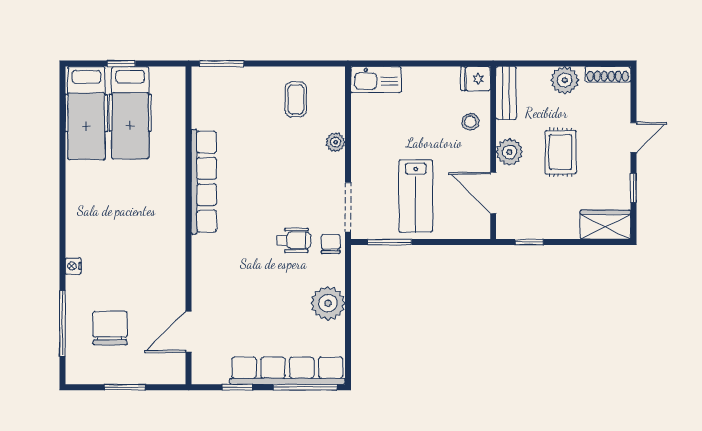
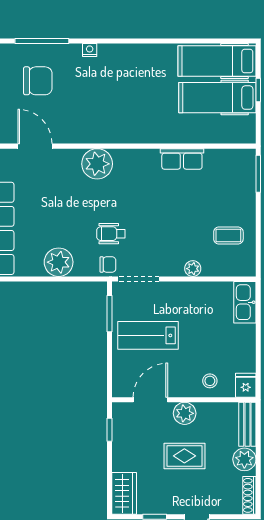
bench: (506, 93) -> (247, 424), moved, turned 90
row of seats: (204, 182) -> (182, 159), width x0.50
wheelchair: (294, 240) -> (111, 234), turned 90
plant: (210, 257) -> (97, 164), added

